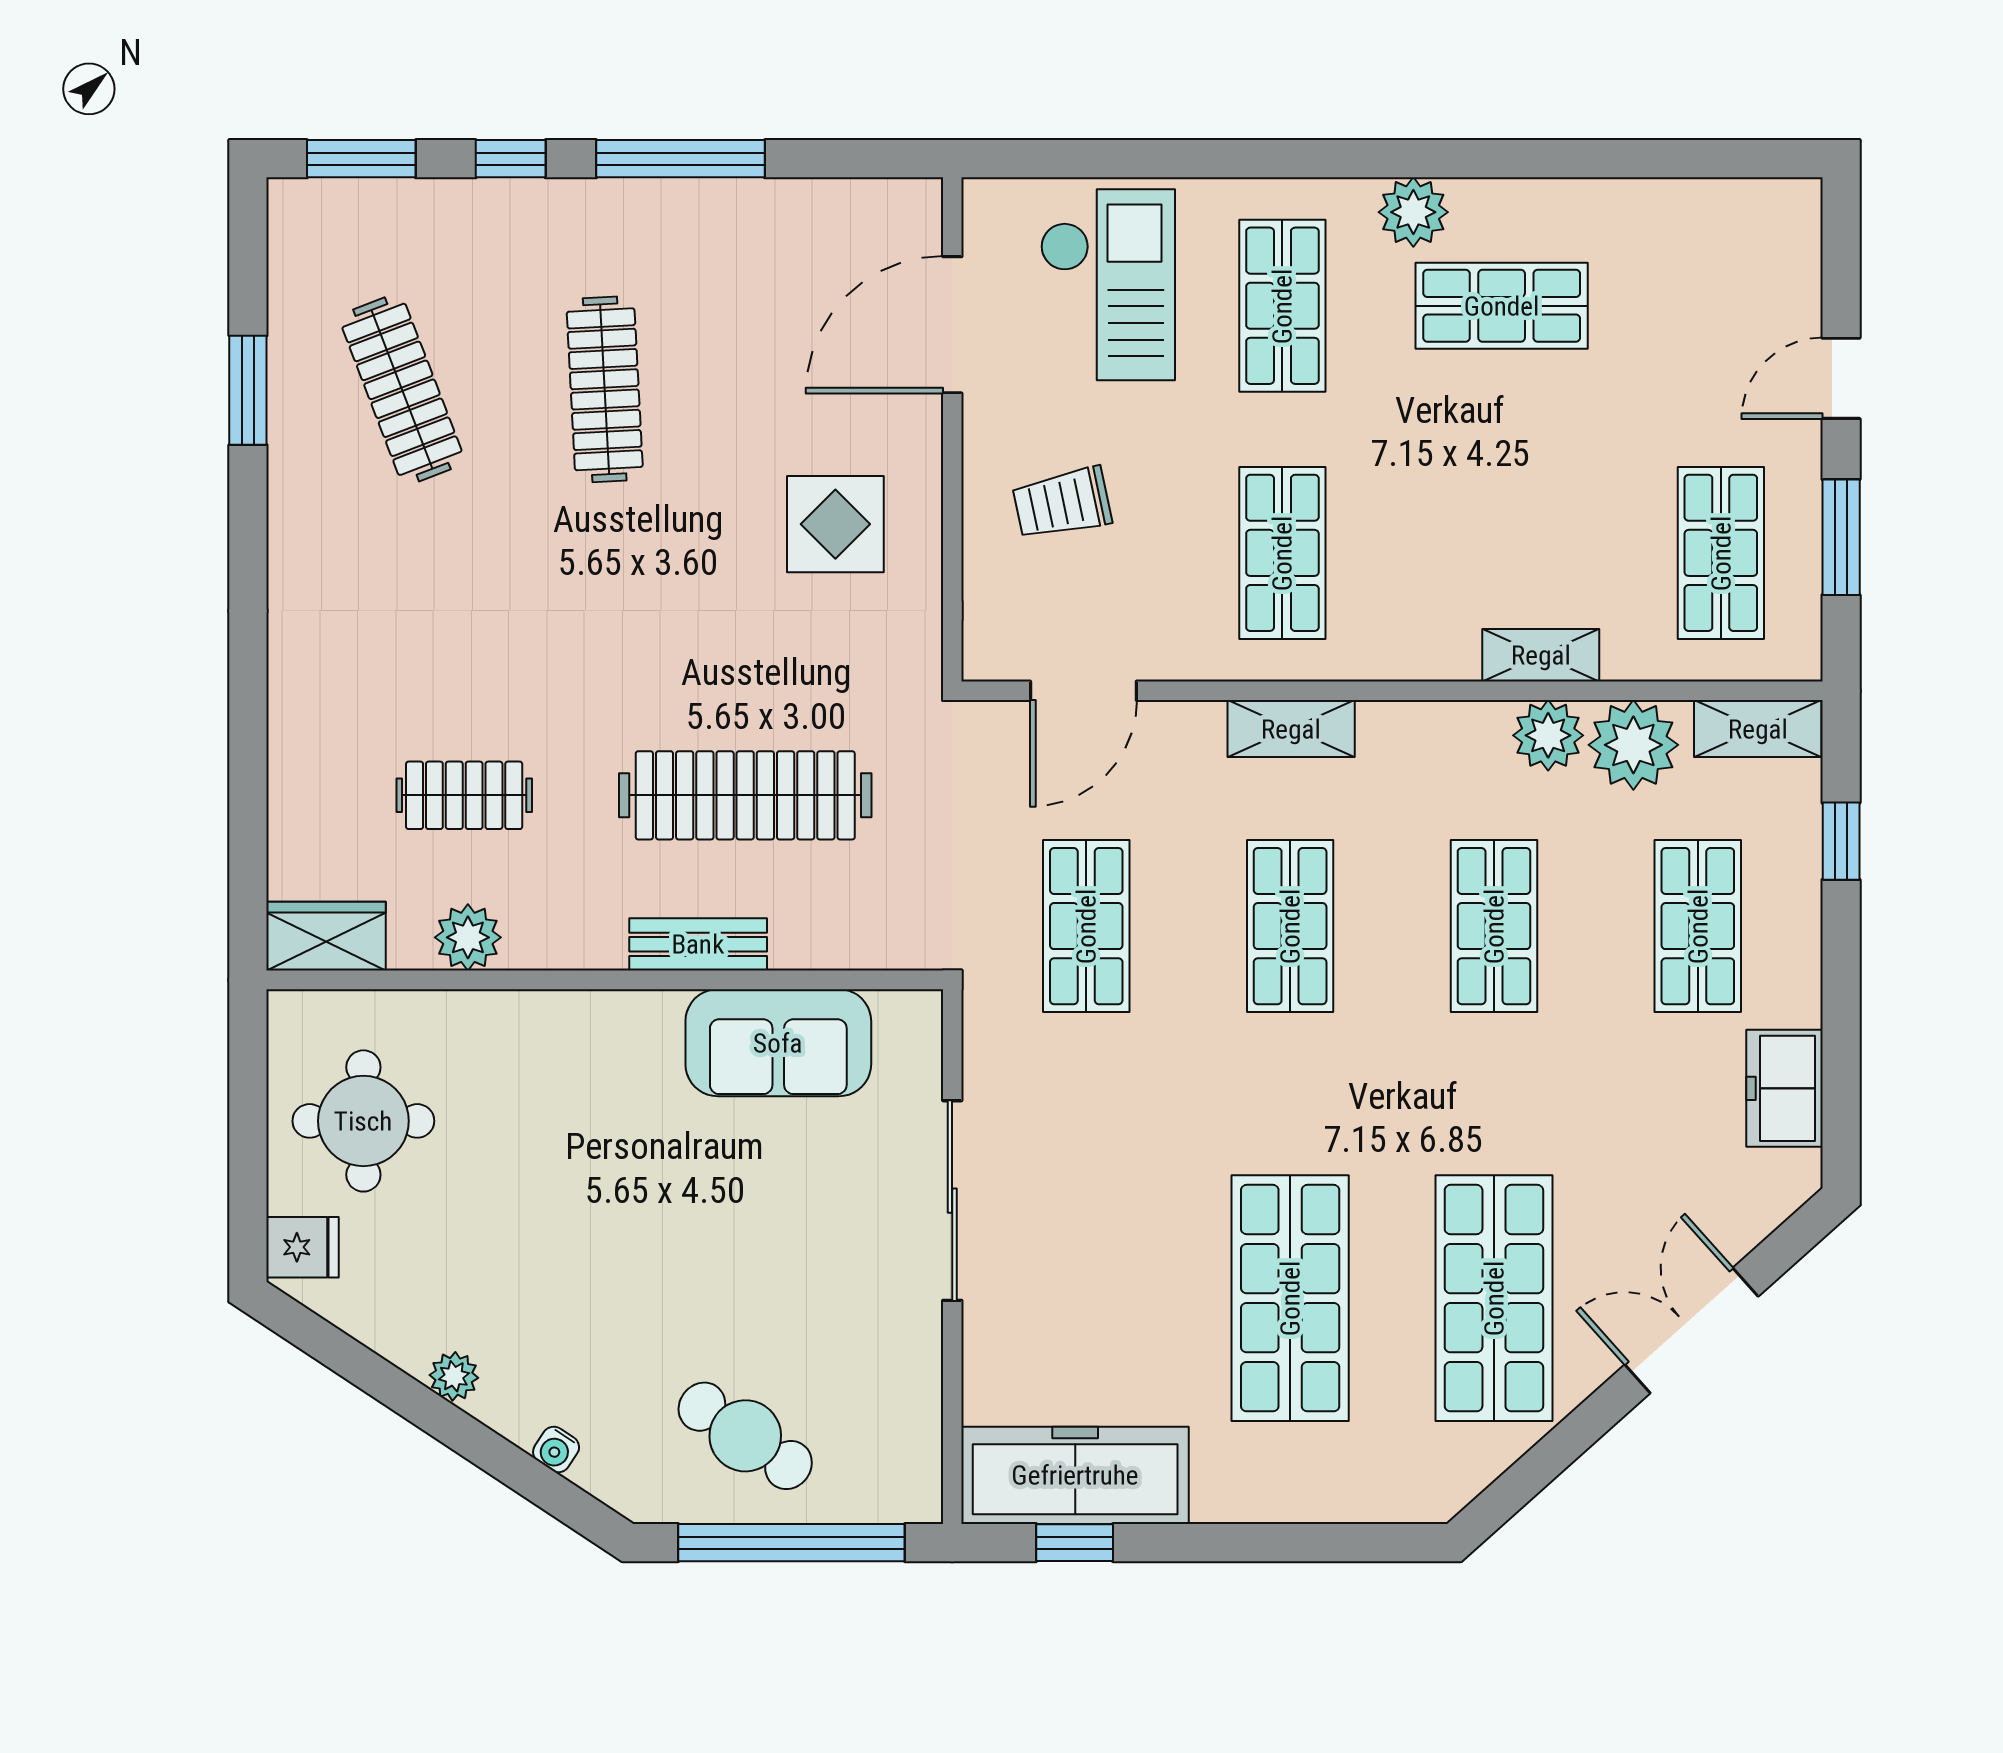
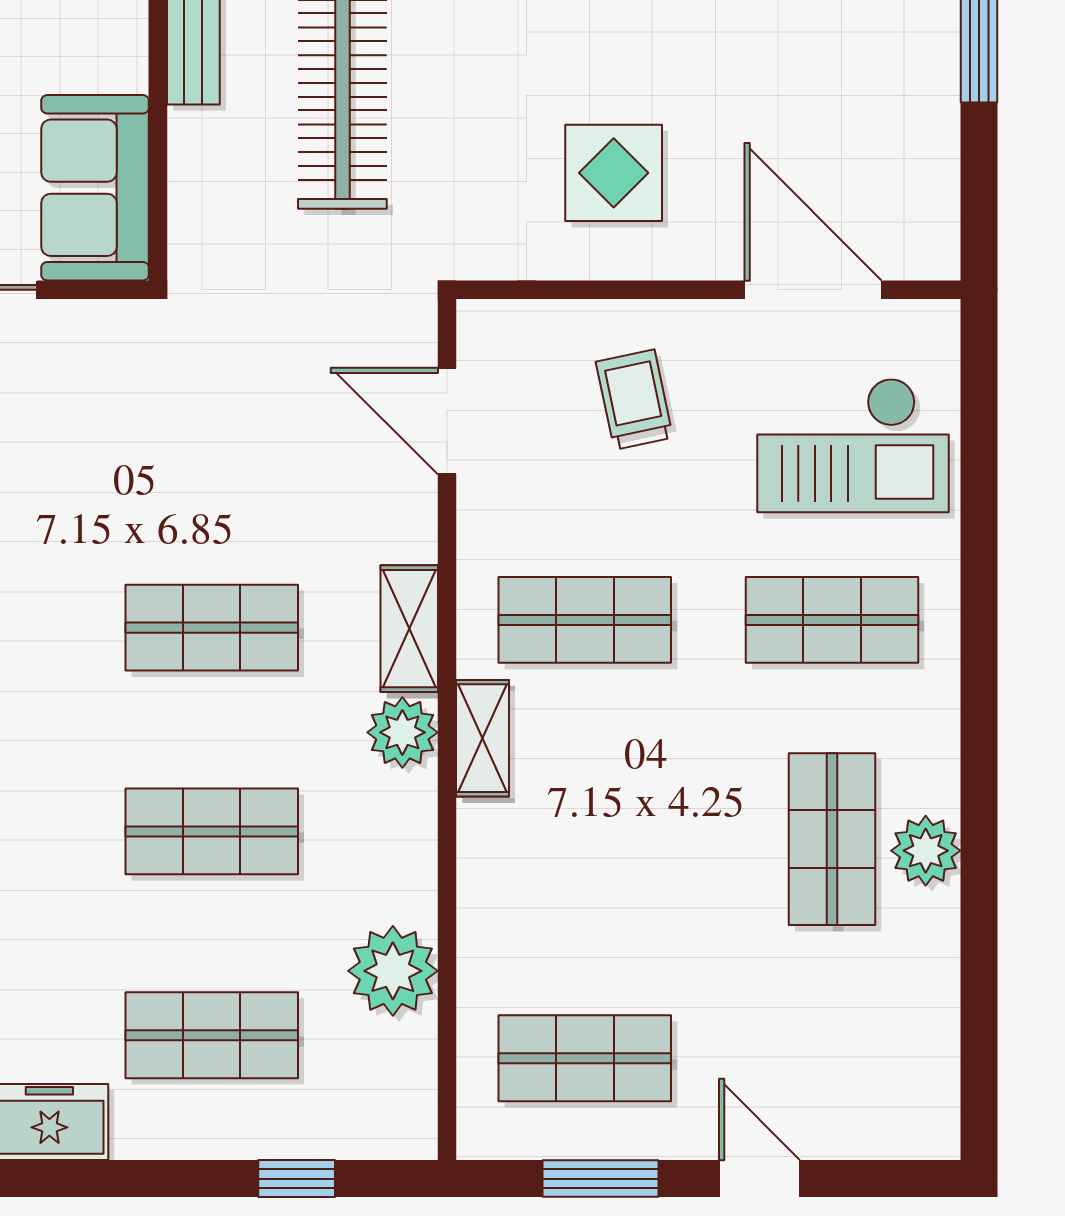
plant: (1413, 212) -> (926, 851), moved
shelving: (1541, 655) -> (483, 738), moved
shelving: (1758, 729) -> (409, 1095), removed
plant: (1548, 735) -> (402, 732), moved
shop shelf: (1086, 926) -> (212, 424), removed
sofa: (778, 1043) -> (95, 188), moved

